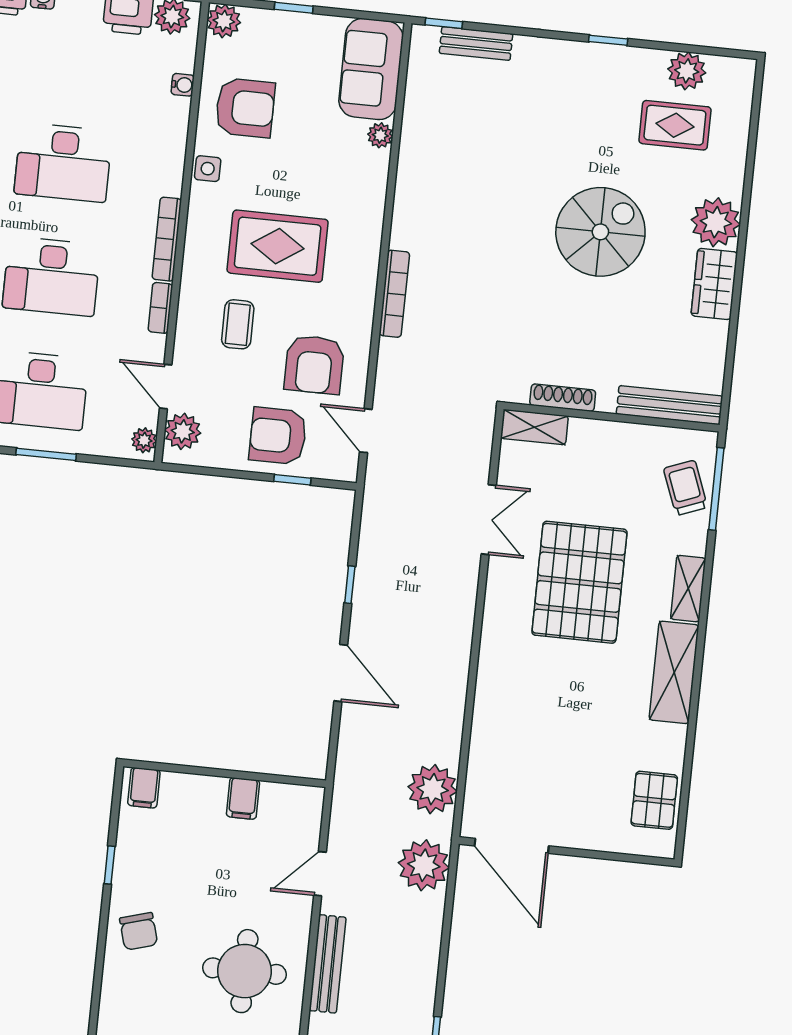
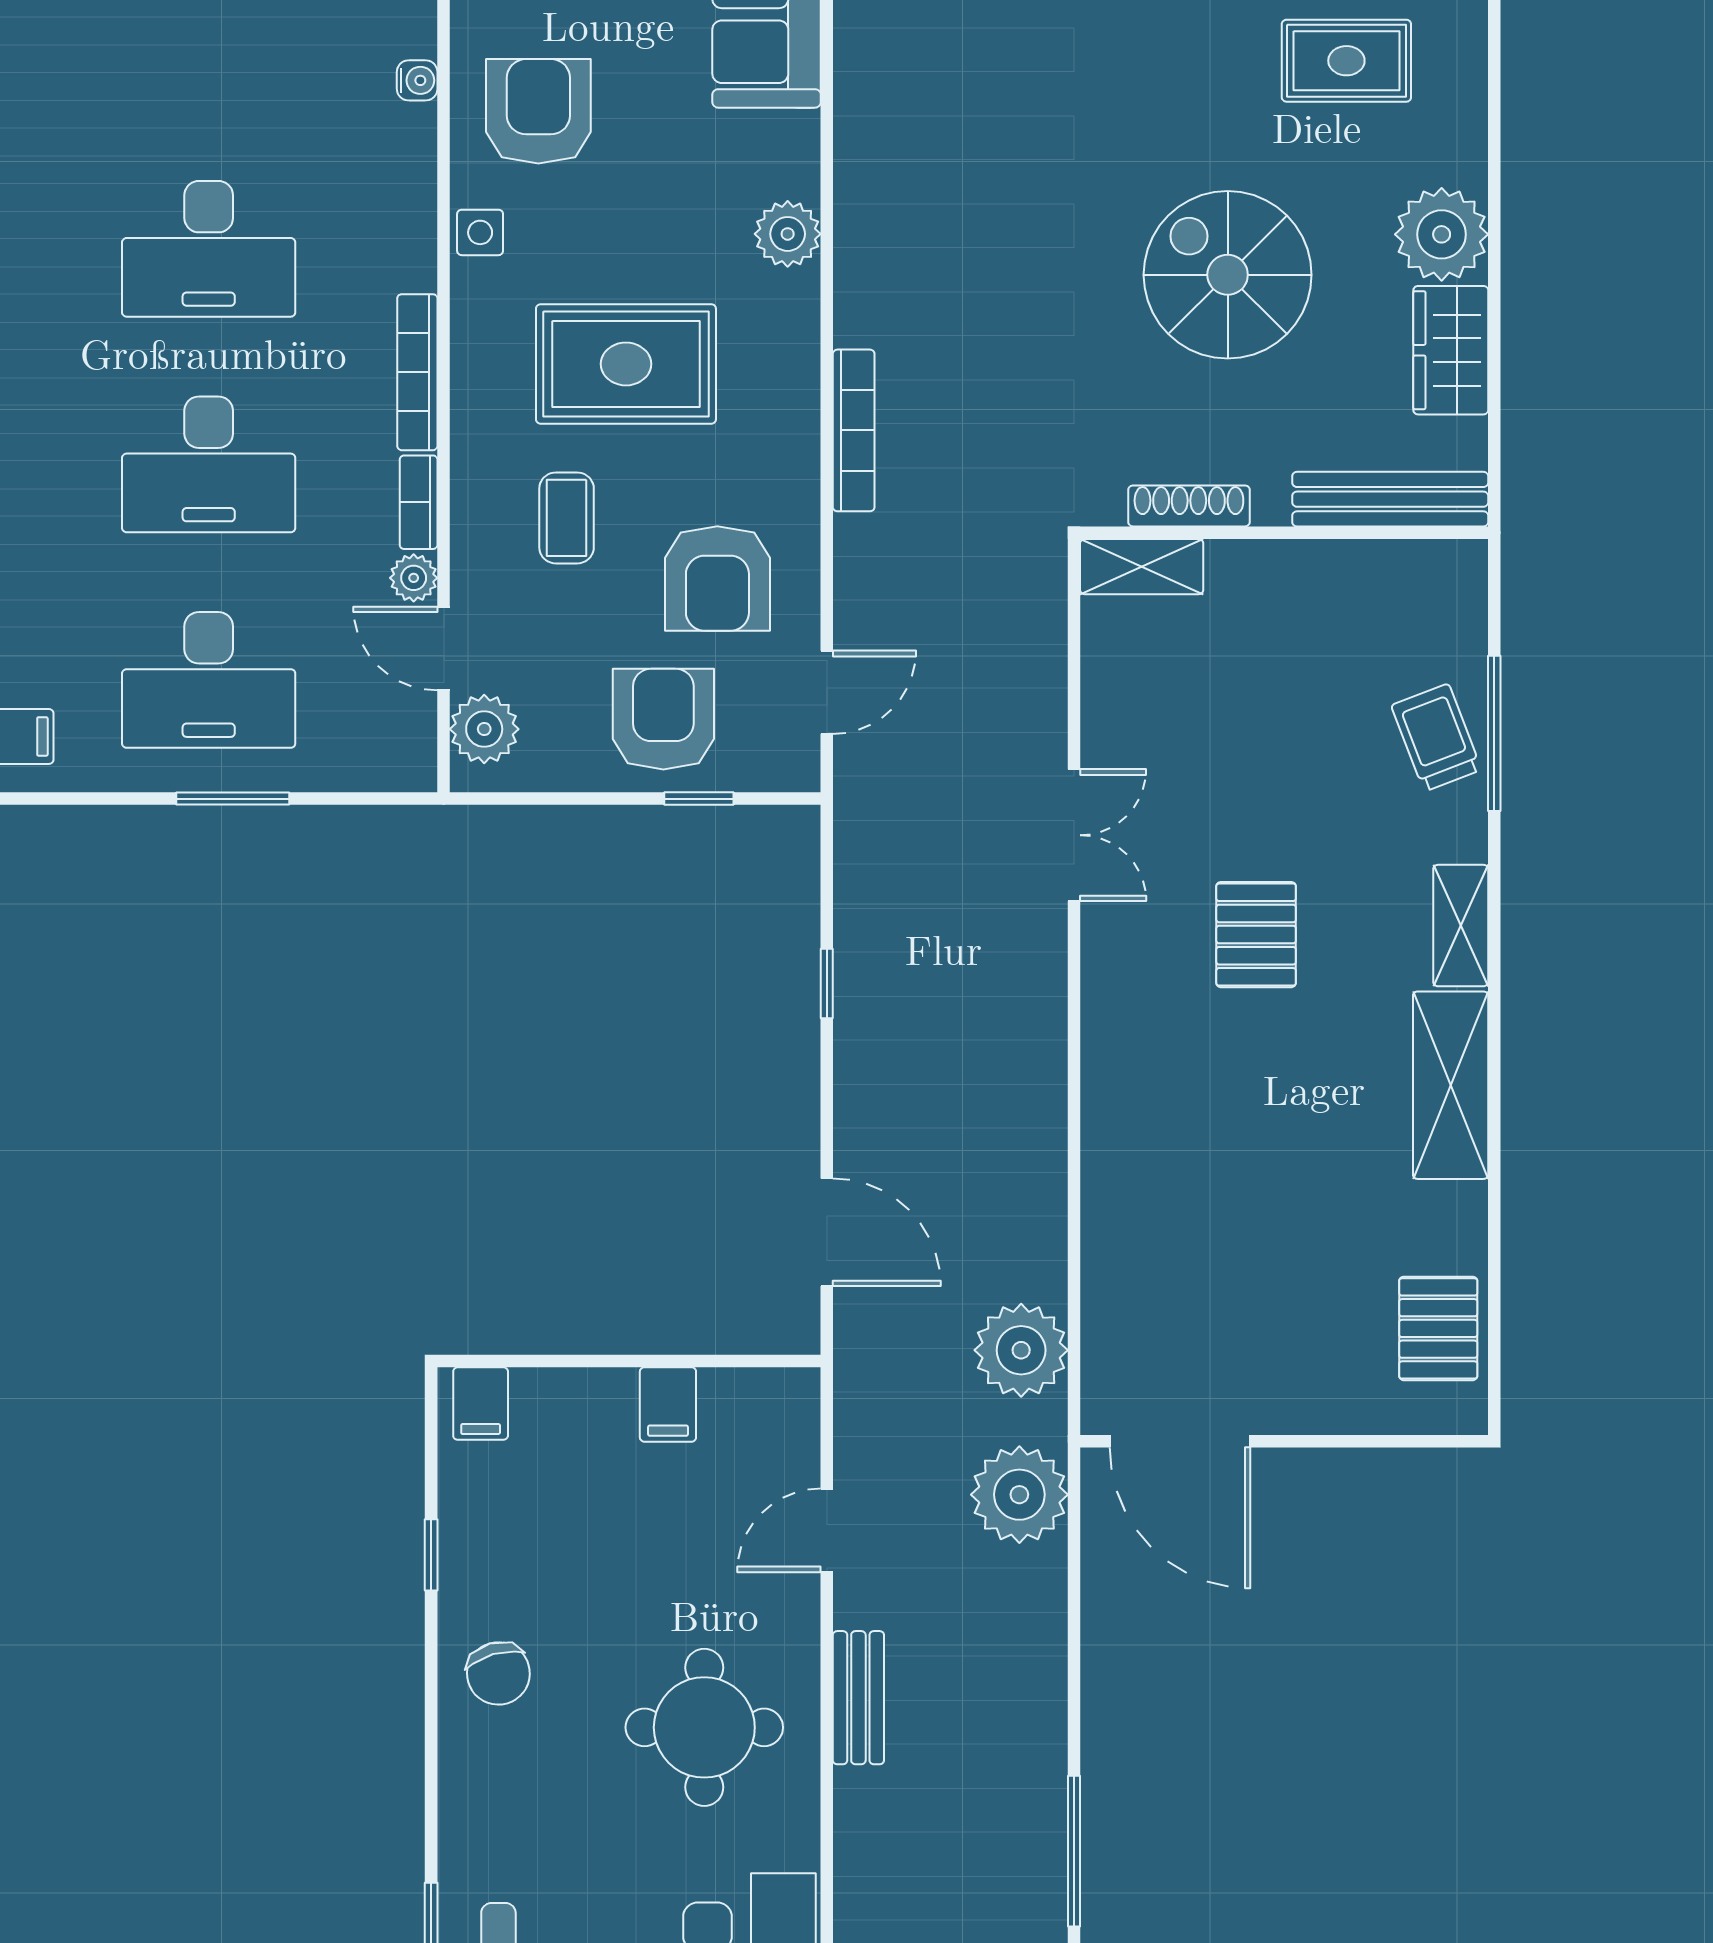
armchair: (245, 108) -> (538, 111), turned -90
plant: (380, 135) -> (788, 234), moved, width x1.38, depth x1.38
spiral stairs: (600, 232) -> (1228, 275), turned -90
shoe rack: (563, 398) -> (1189, 506), moved
bench: (669, 405) -> (1390, 499), moved
wall: (612, 417) -> (1284, 533), moved
shelving: (534, 427) -> (1142, 567), moved
door: (366, 431) -> (827, 692), swing flipped
armchair: (278, 436) -> (663, 719), turned 90
plant: (144, 440) -> (414, 578), moved
pallet: (579, 582) -> (1256, 935), width x0.49, depth x0.50
door: (341, 673) -> (827, 1232), moved
bench: (328, 964) -> (858, 1698), width x0.73

